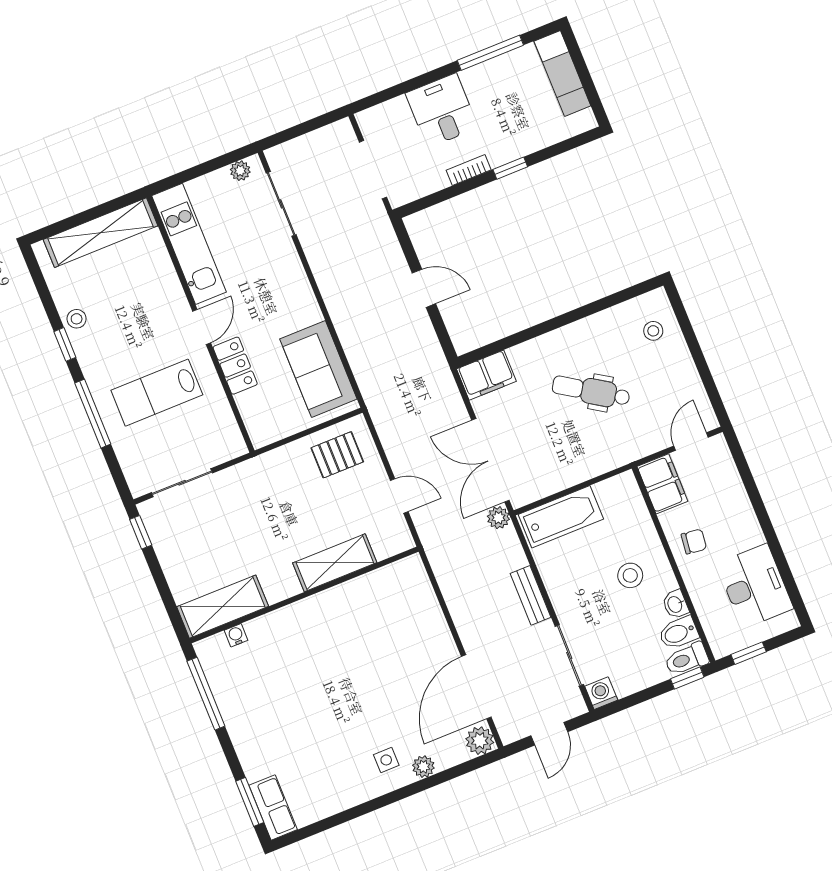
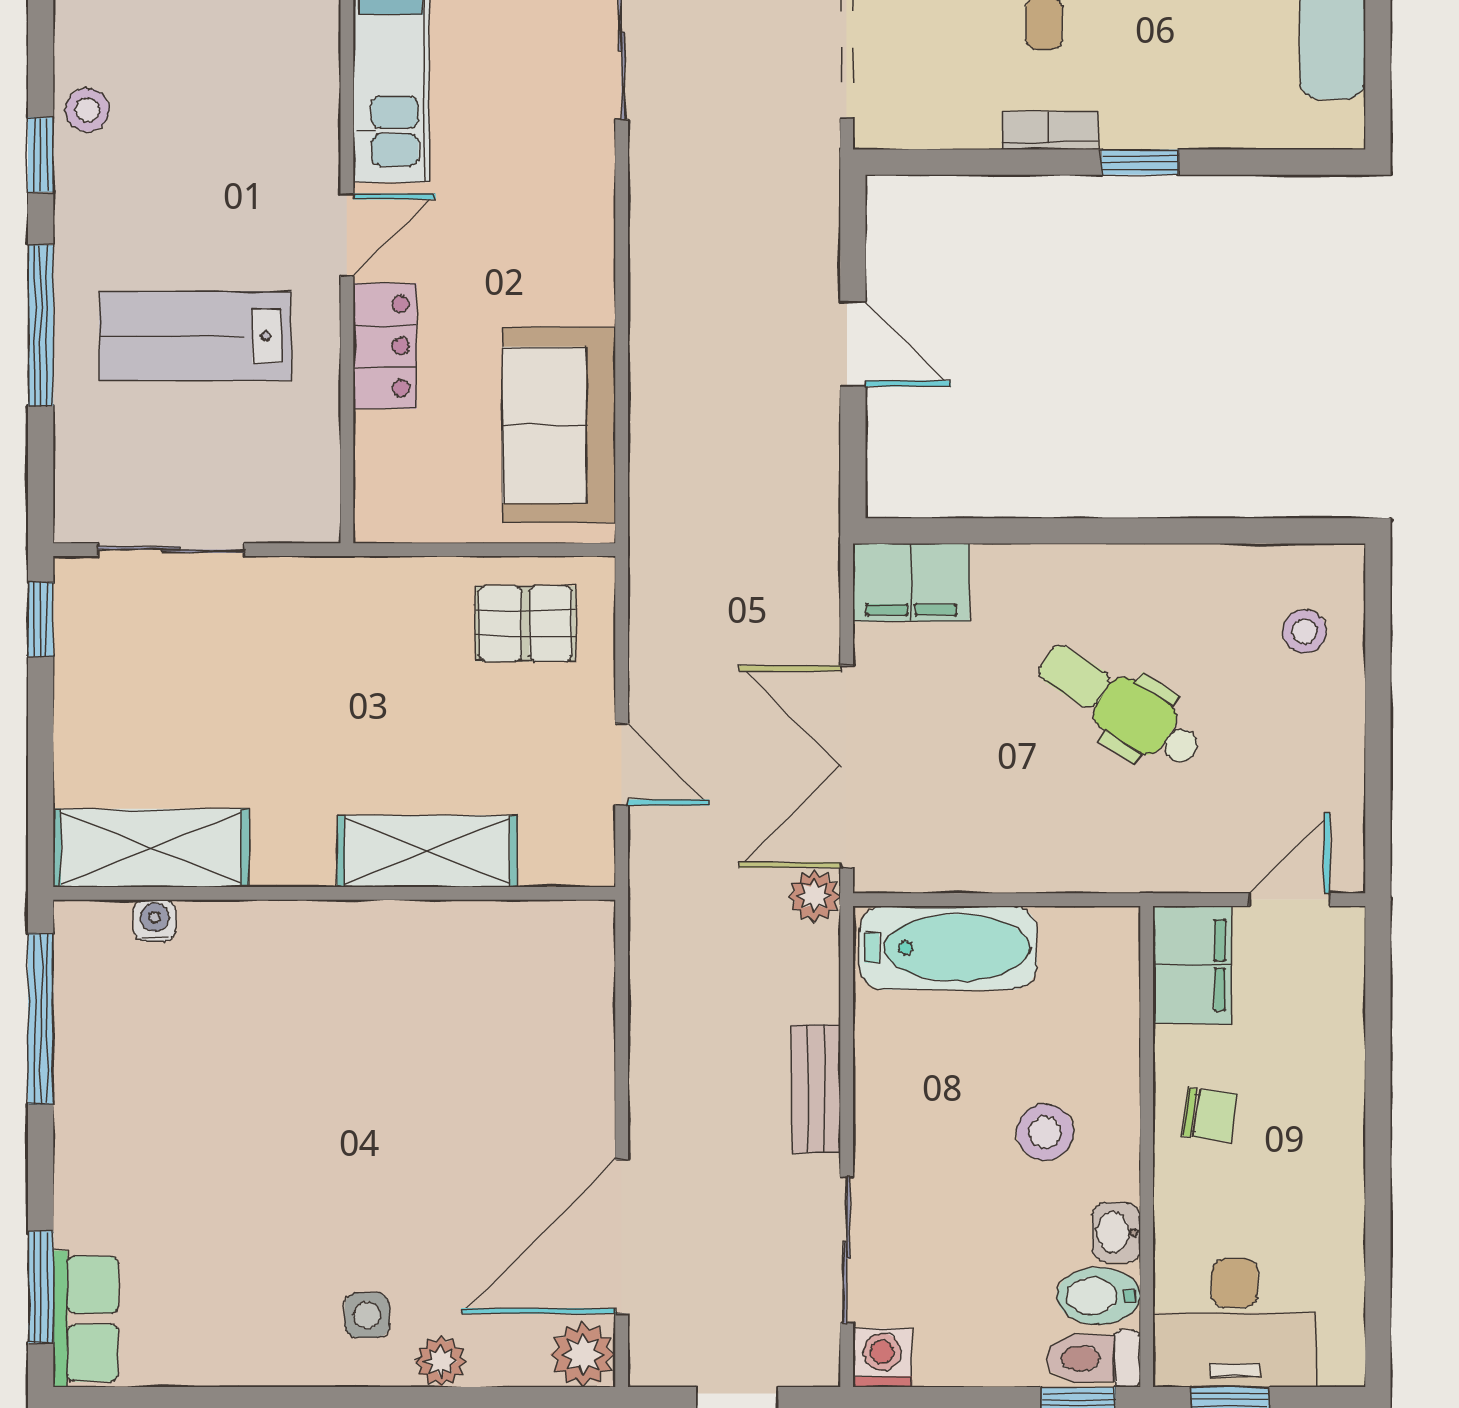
desk: (755, 586) -> (1235, 1323), moved, turned 90

